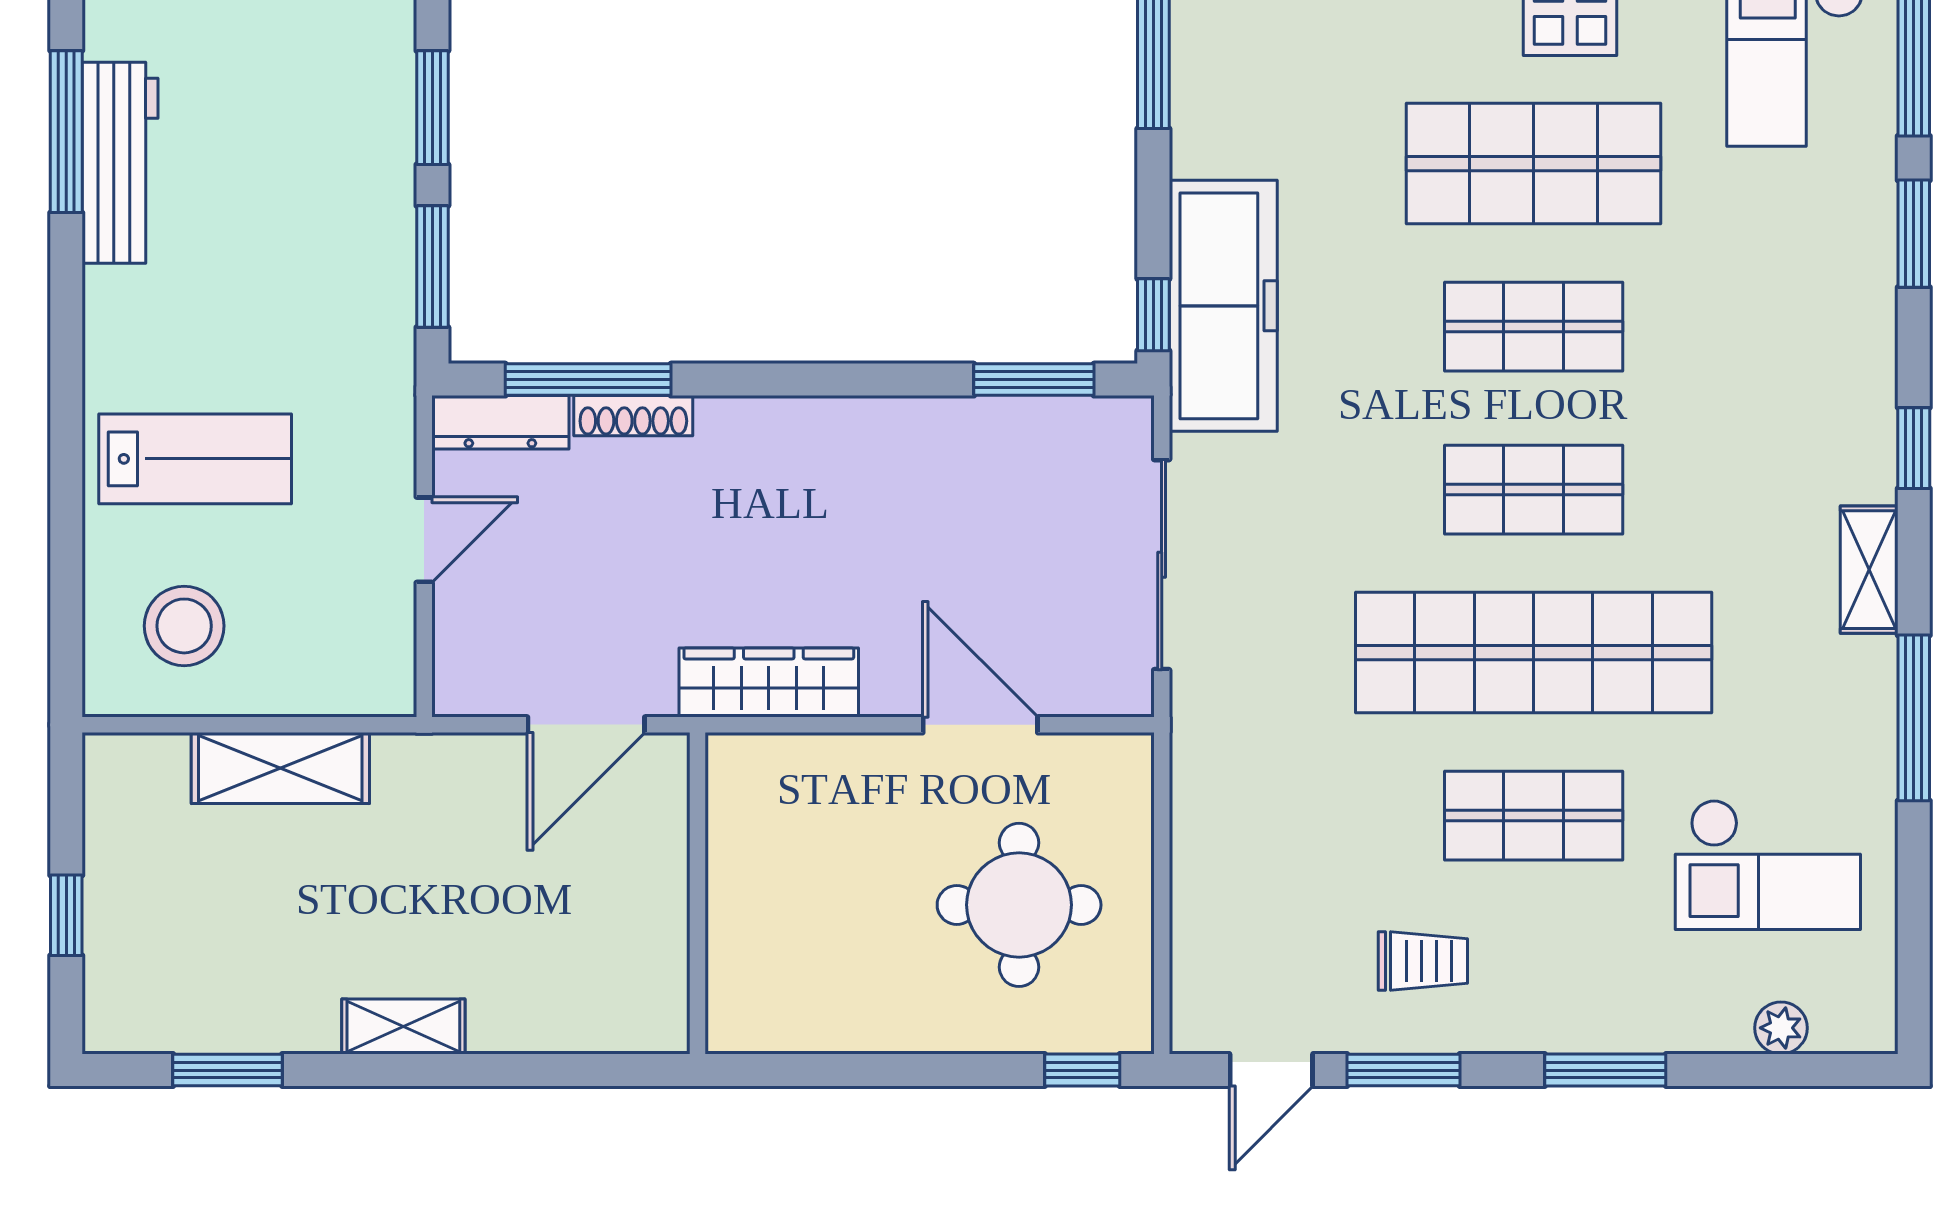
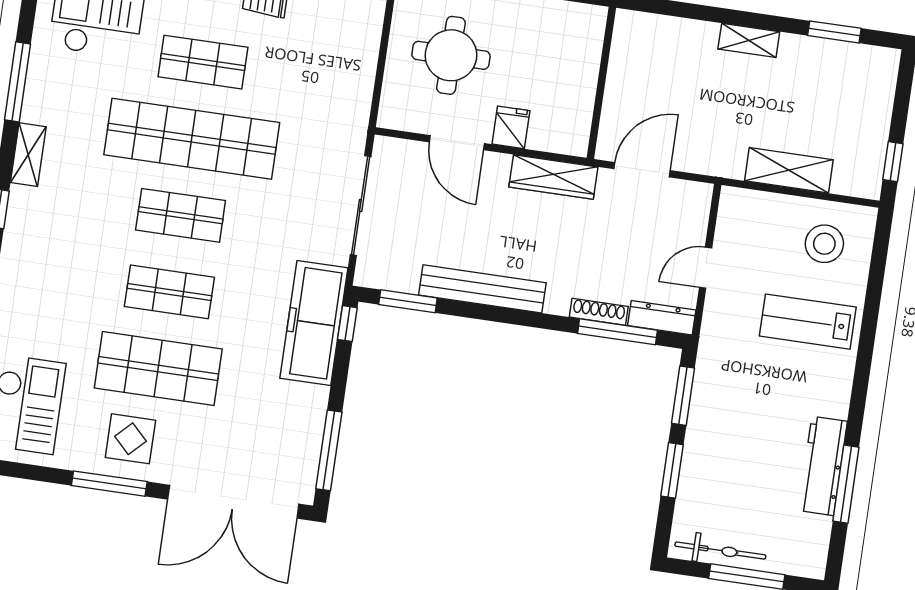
bench: (883, 428) -> (482, 289), added
fridge: (872, 773) -> (511, 127), added
window: (66, 915) -> (893, 162), moved

